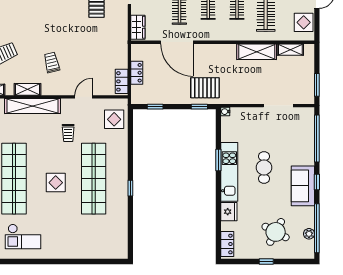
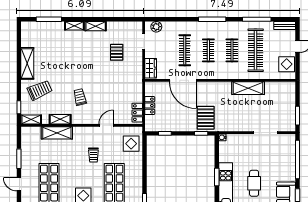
shelving: (290, 50) -> (276, 87), removed
pallet: (205, 88) -> (206, 118), turned 90
shelving: (32, 106) -> (57, 133), width x0.68

